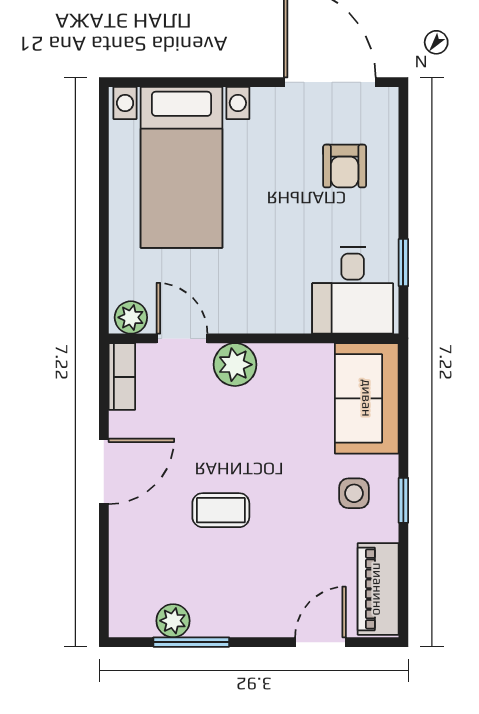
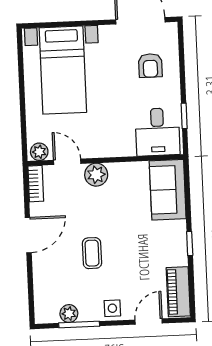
side table: (354, 493) -> (112, 308), moved
coffee table: (221, 510) -> (92, 253), turned 90

